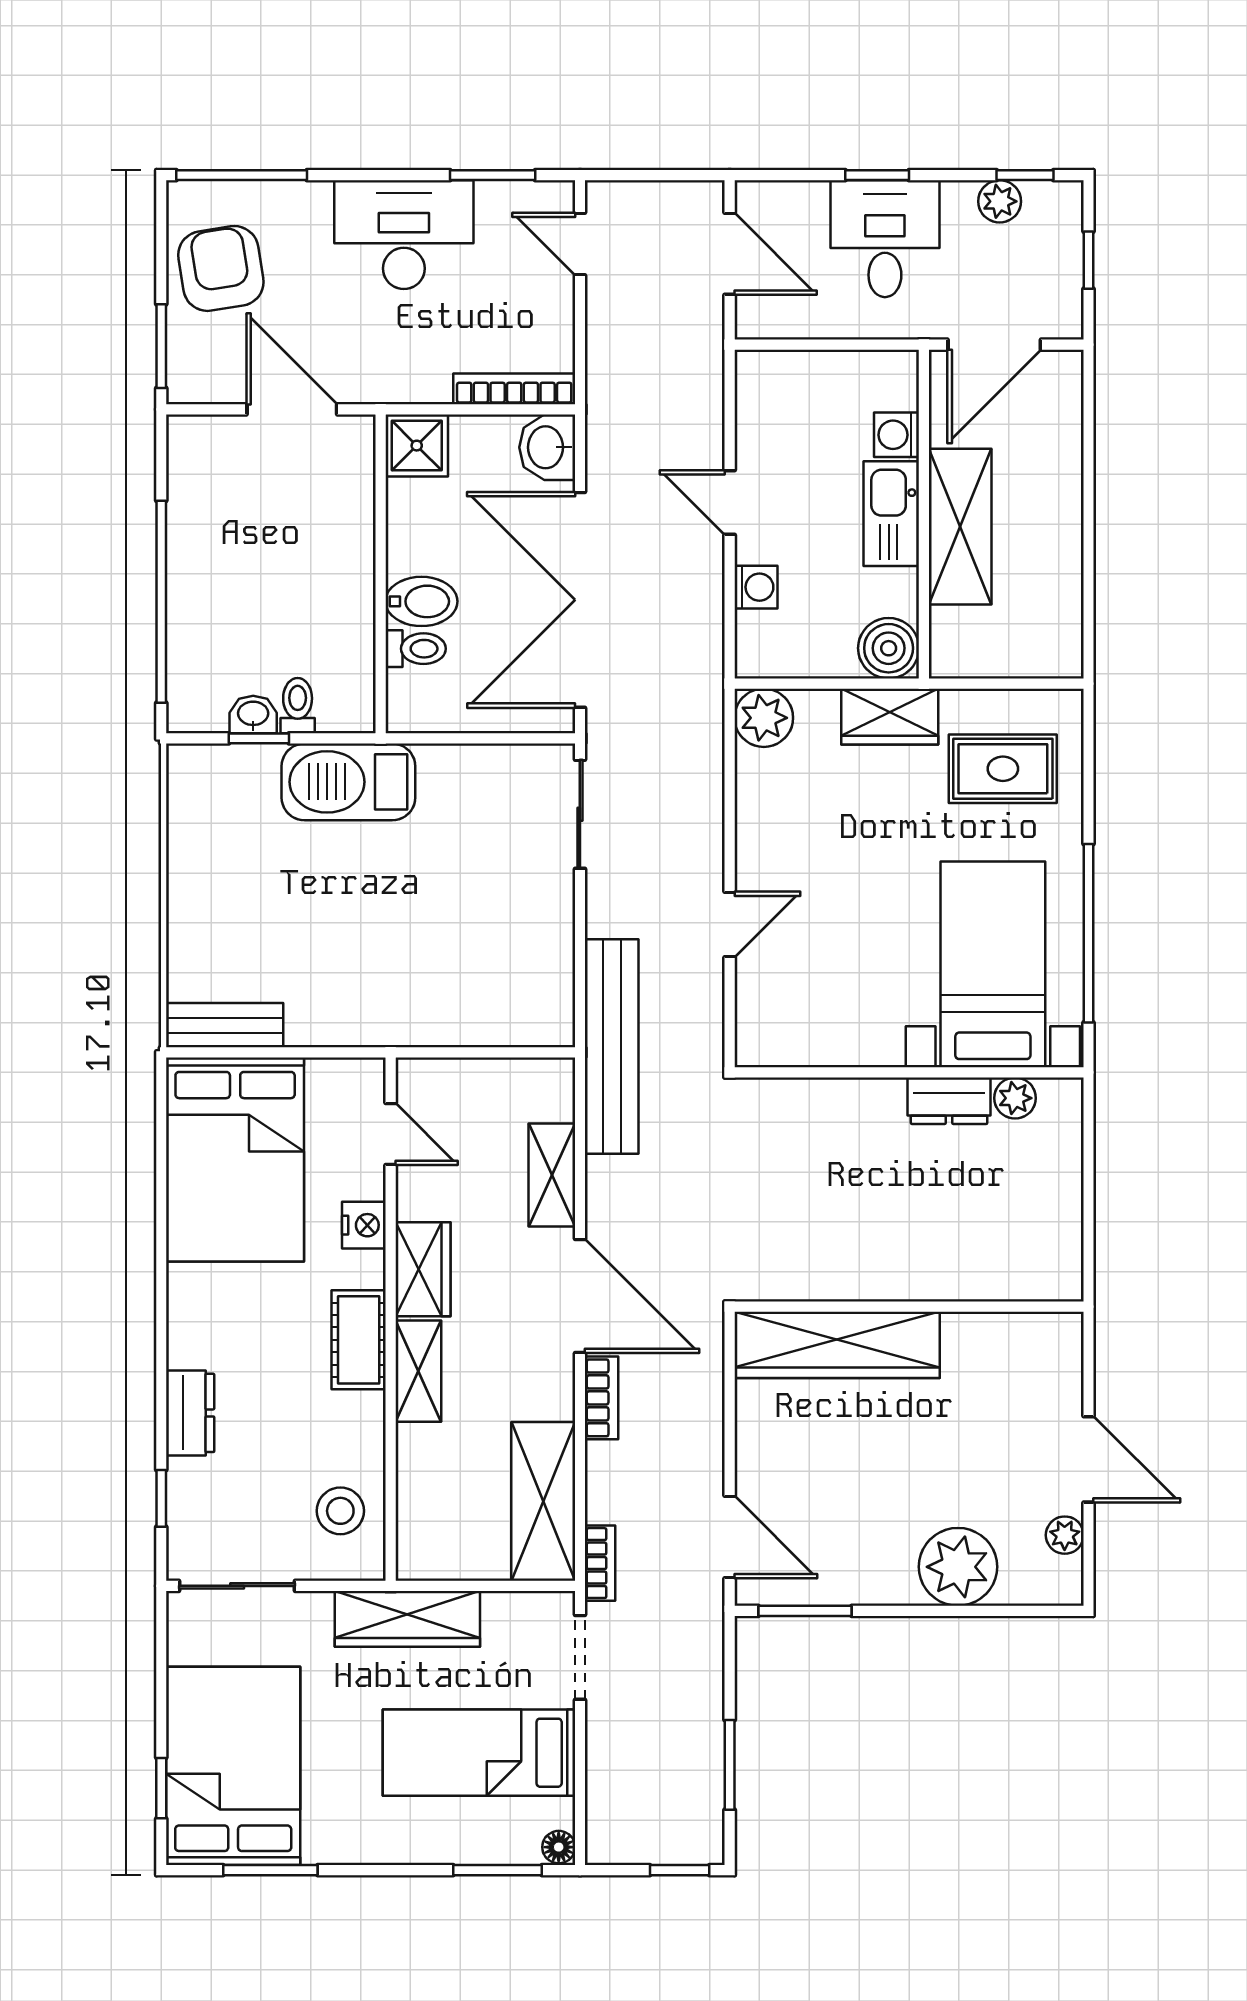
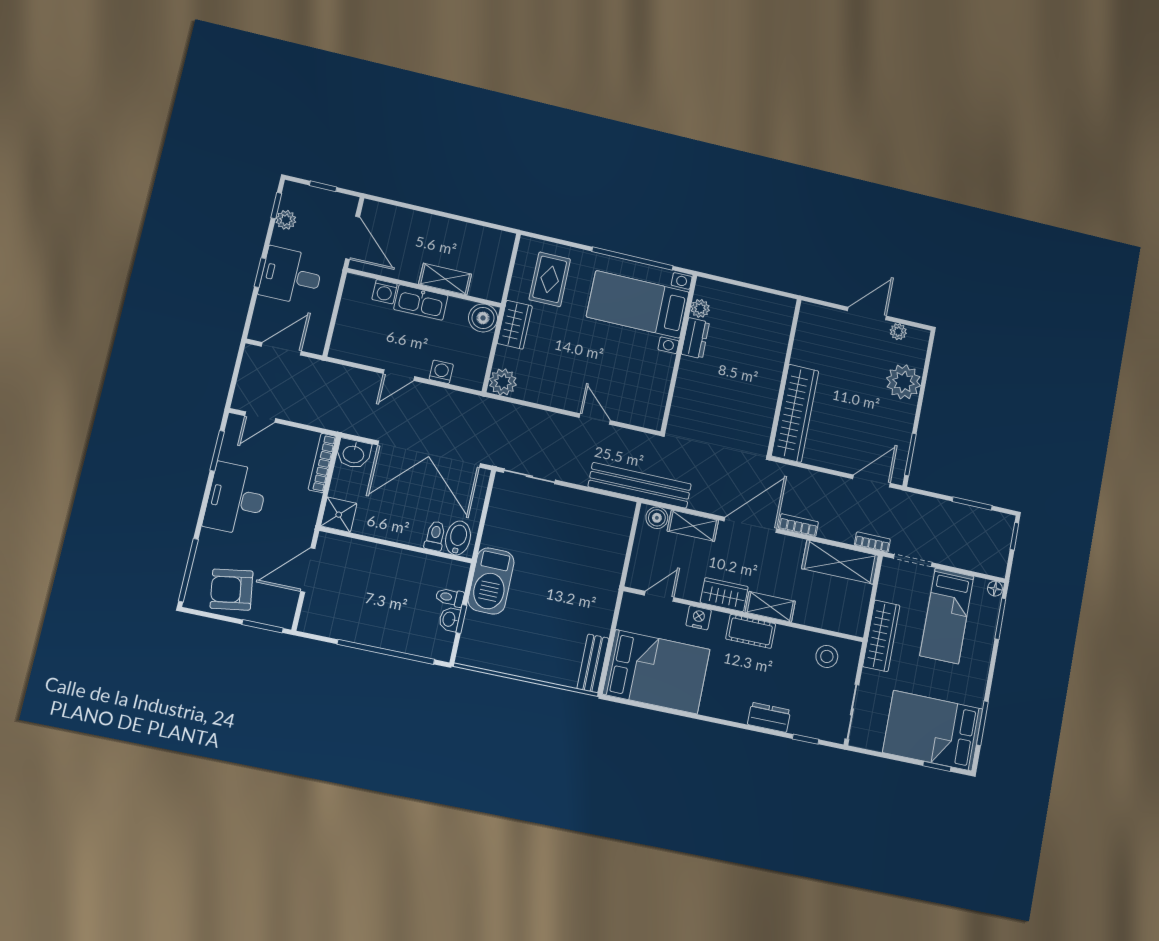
shelving: (960, 527) -> (445, 279), width x0.67, depth x0.75
bidet: (421, 601) -> (458, 538), moved
boiler: (552, 1096) -> (657, 518), added

